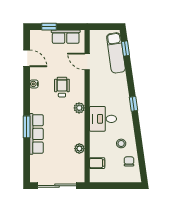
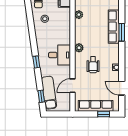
row of seats: (66, 37) -> (96, 106), width x1.48
door: (87, 61) -> (73, 86), swing flipped
window: (133, 104) -> (36, 62), moved
desk: (103, 119) -> (60, 55), moved

